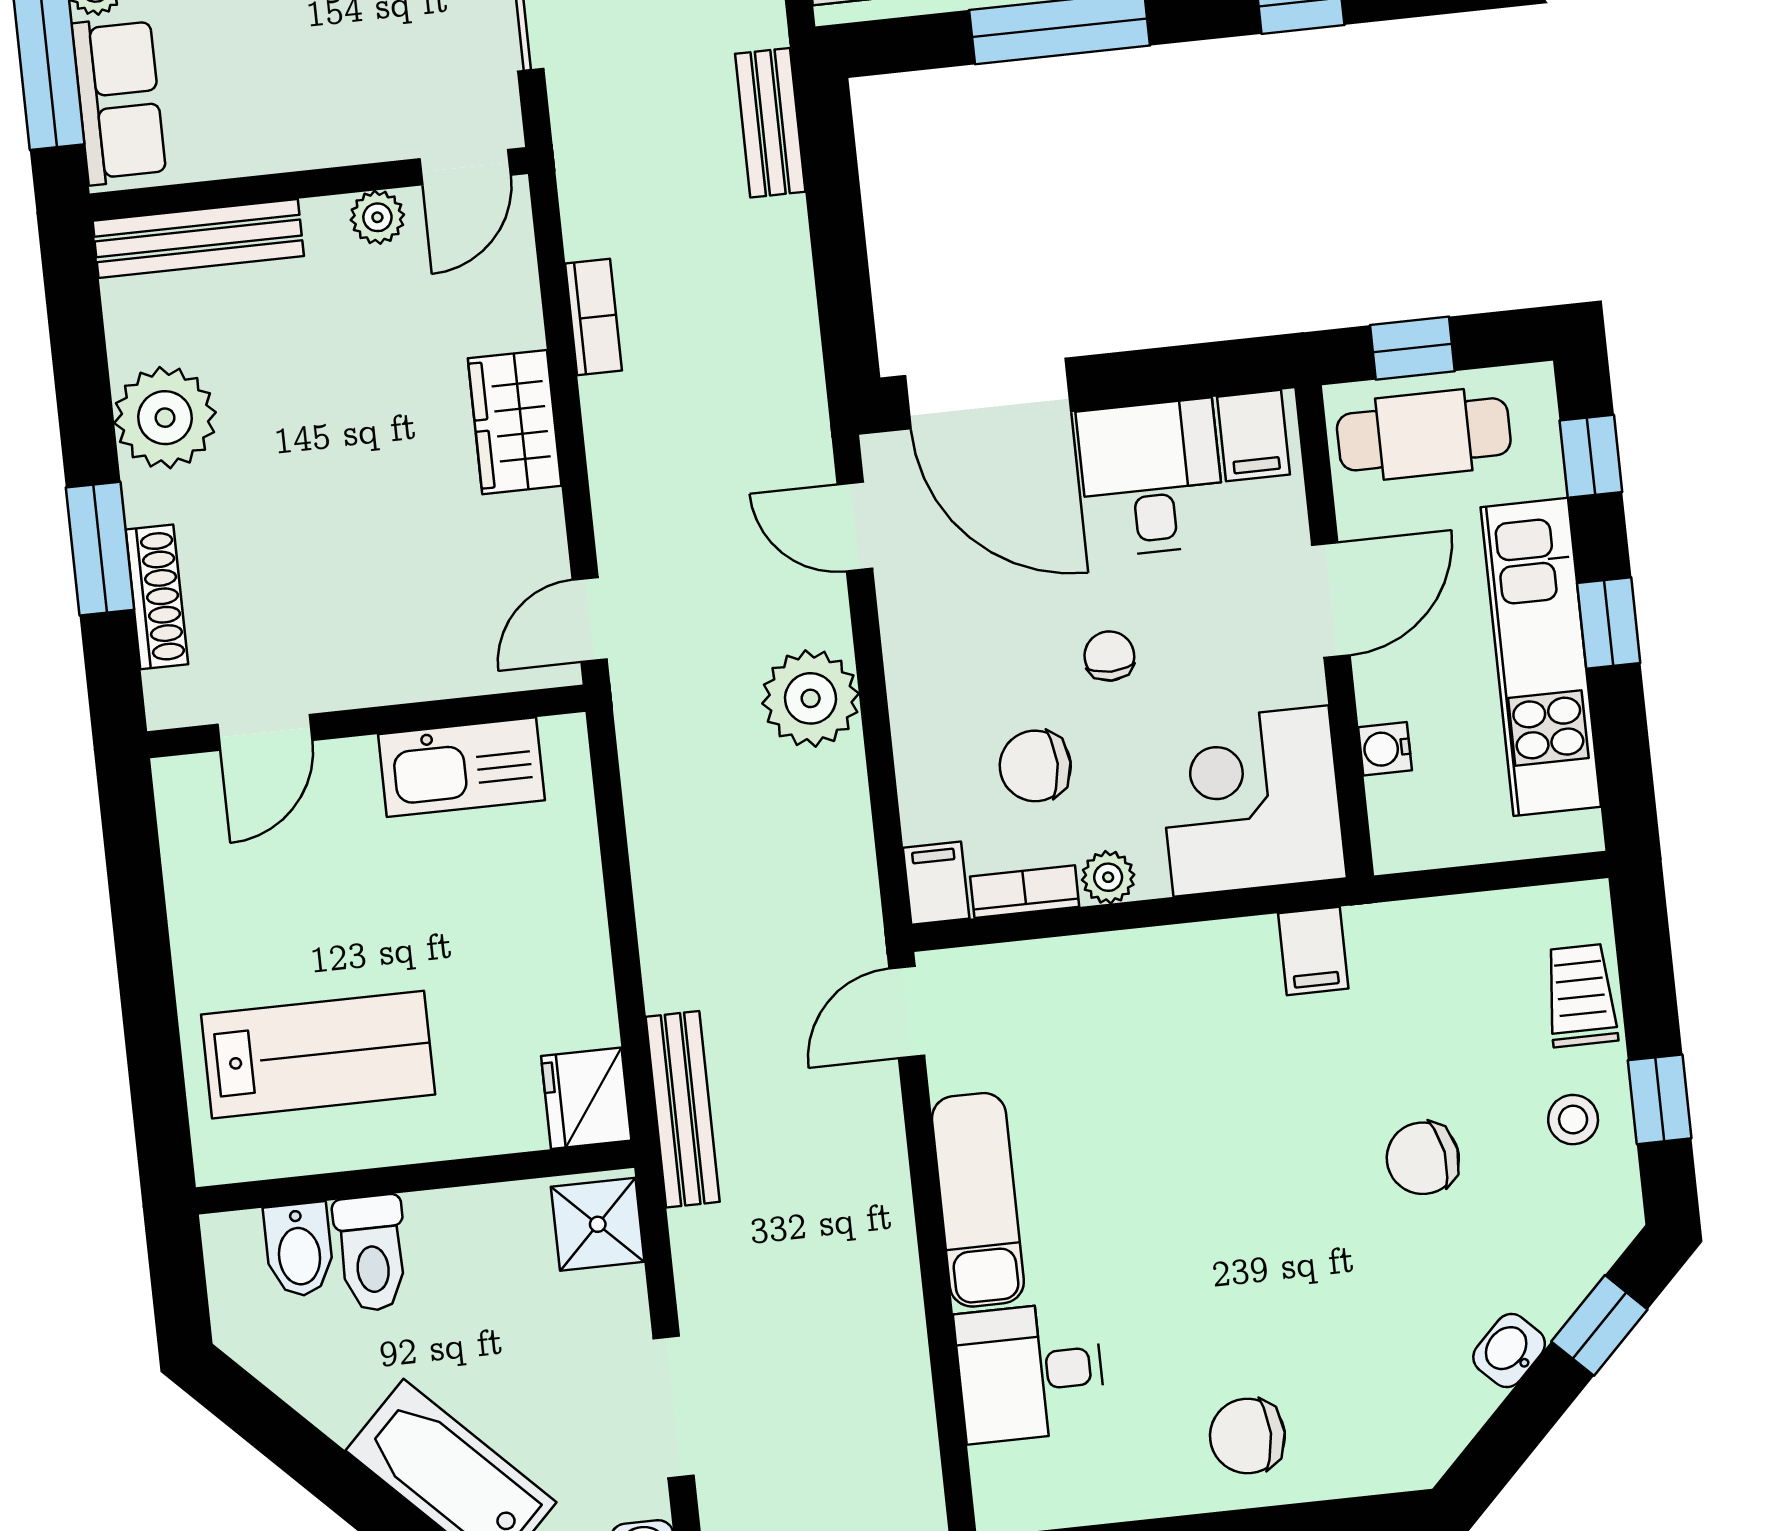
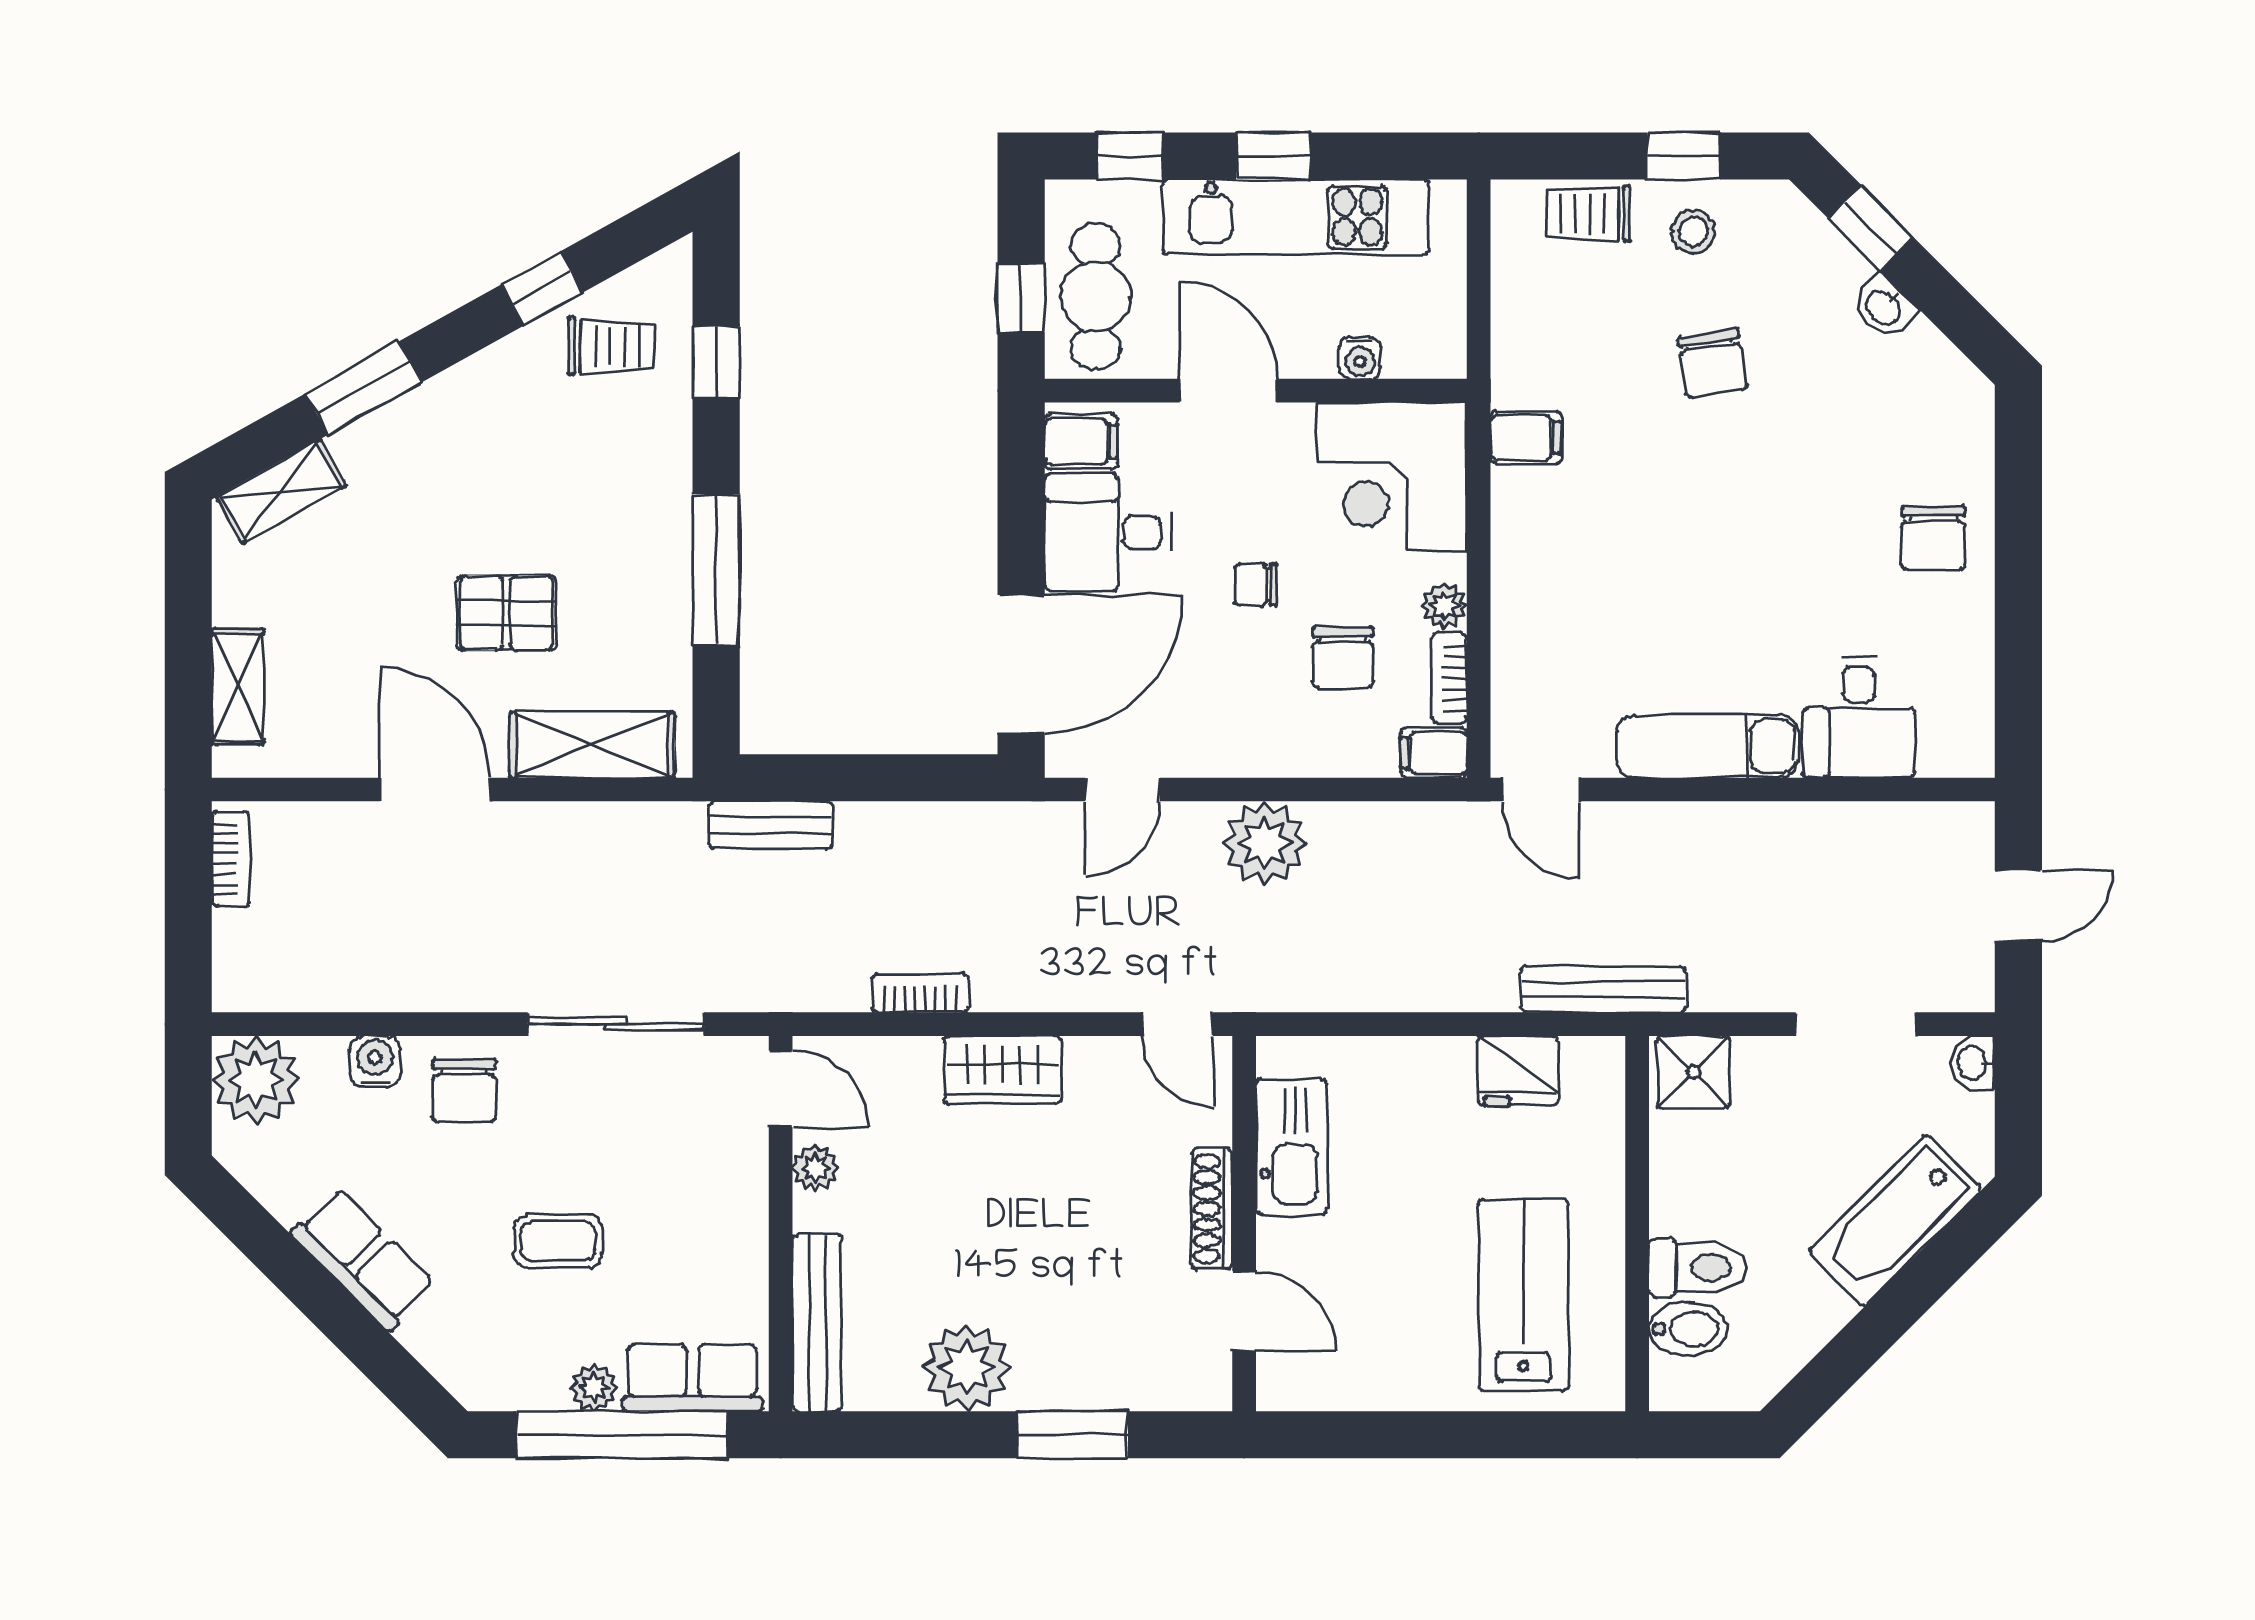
shoe rack: (157, 597) -> (1212, 1209), moved, turned -90
fridge: (586, 1098) -> (1518, 1070), moved

